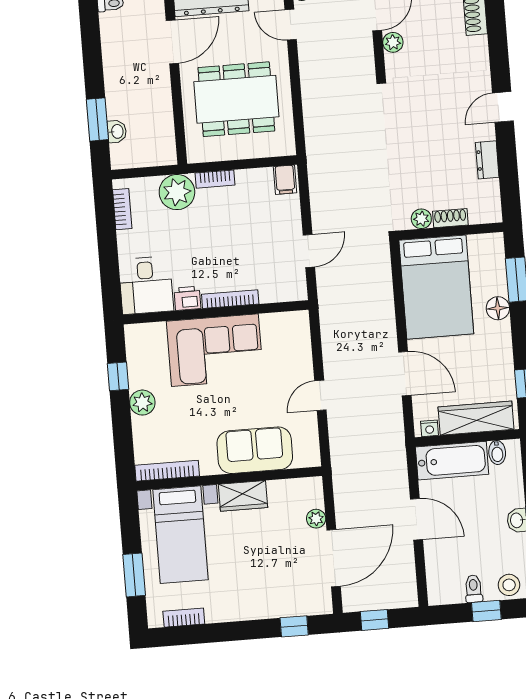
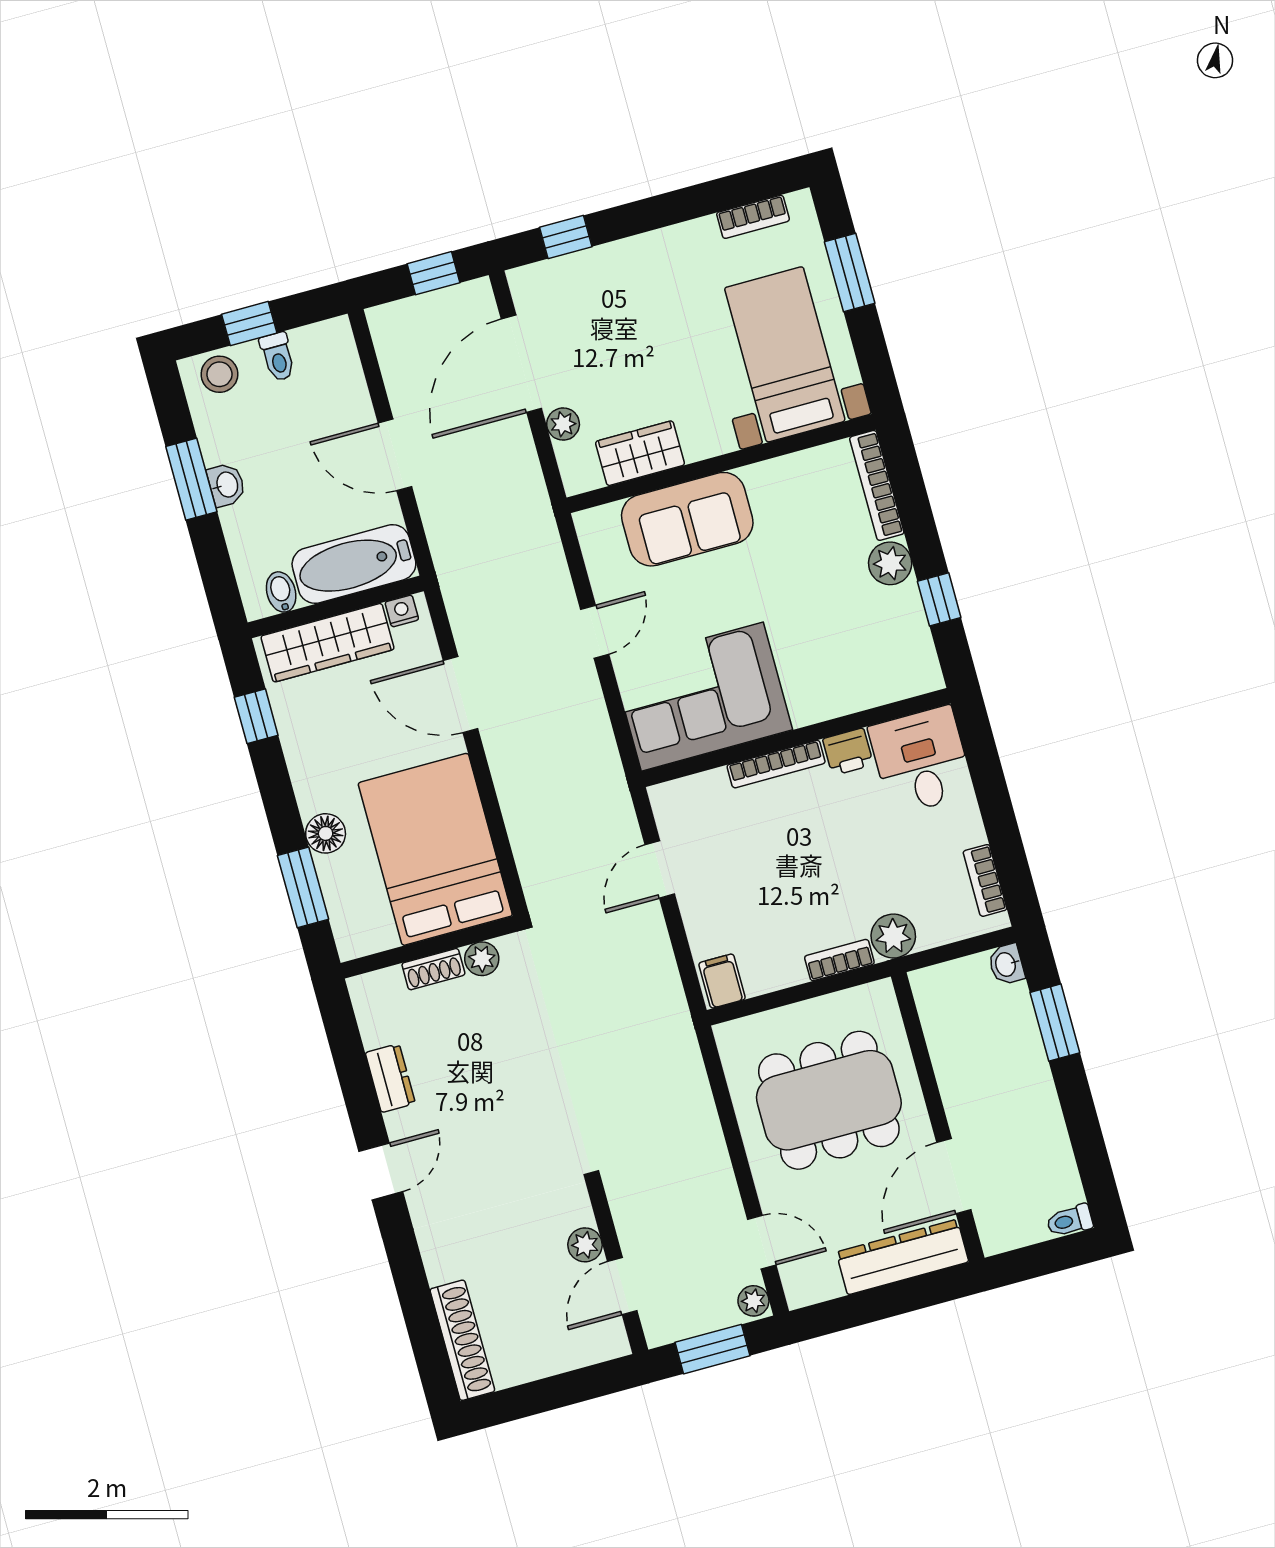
washbasin: (117, 131) -> (1006, 964), moved
plant: (177, 192) -> (893, 936), width x0.73, depth x0.73
corner sofa: (215, 350) -> (702, 697), moved
bookcase: (167, 471) -> (877, 485), moved, turned 90
wardrobe: (243, 496) -> (640, 453), moved

